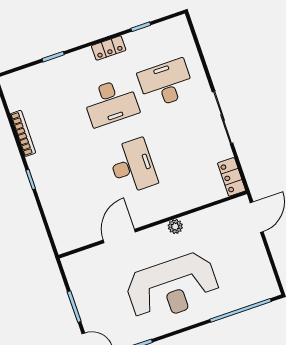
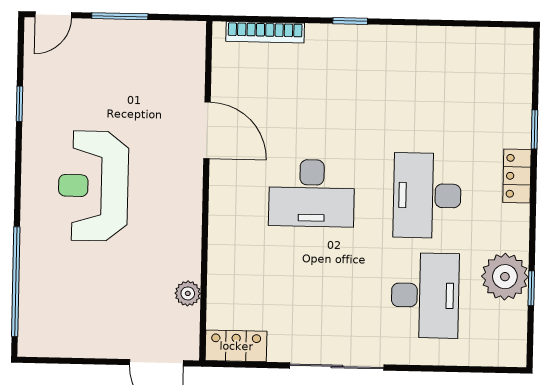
plant: (140, 43) -> (505, 277), added
locker: (109, 48) -> (517, 176), moved
bookcase: (23, 133) -> (265, 32), moved
plant: (175, 227) -> (188, 293), moved
reception desk: (172, 287) -> (93, 186), width x0.74, depth x0.77

